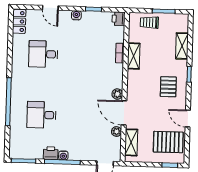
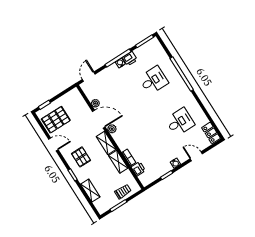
printer: (119, 19) -> (138, 169), moved
shelving: (131, 142) -> (106, 143), moved

